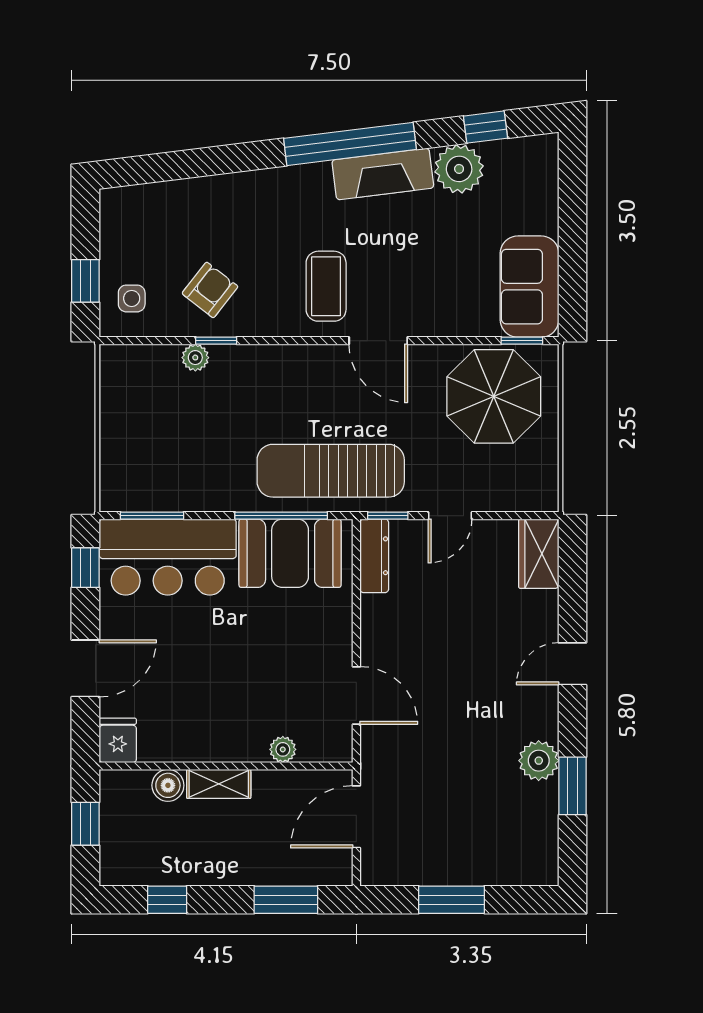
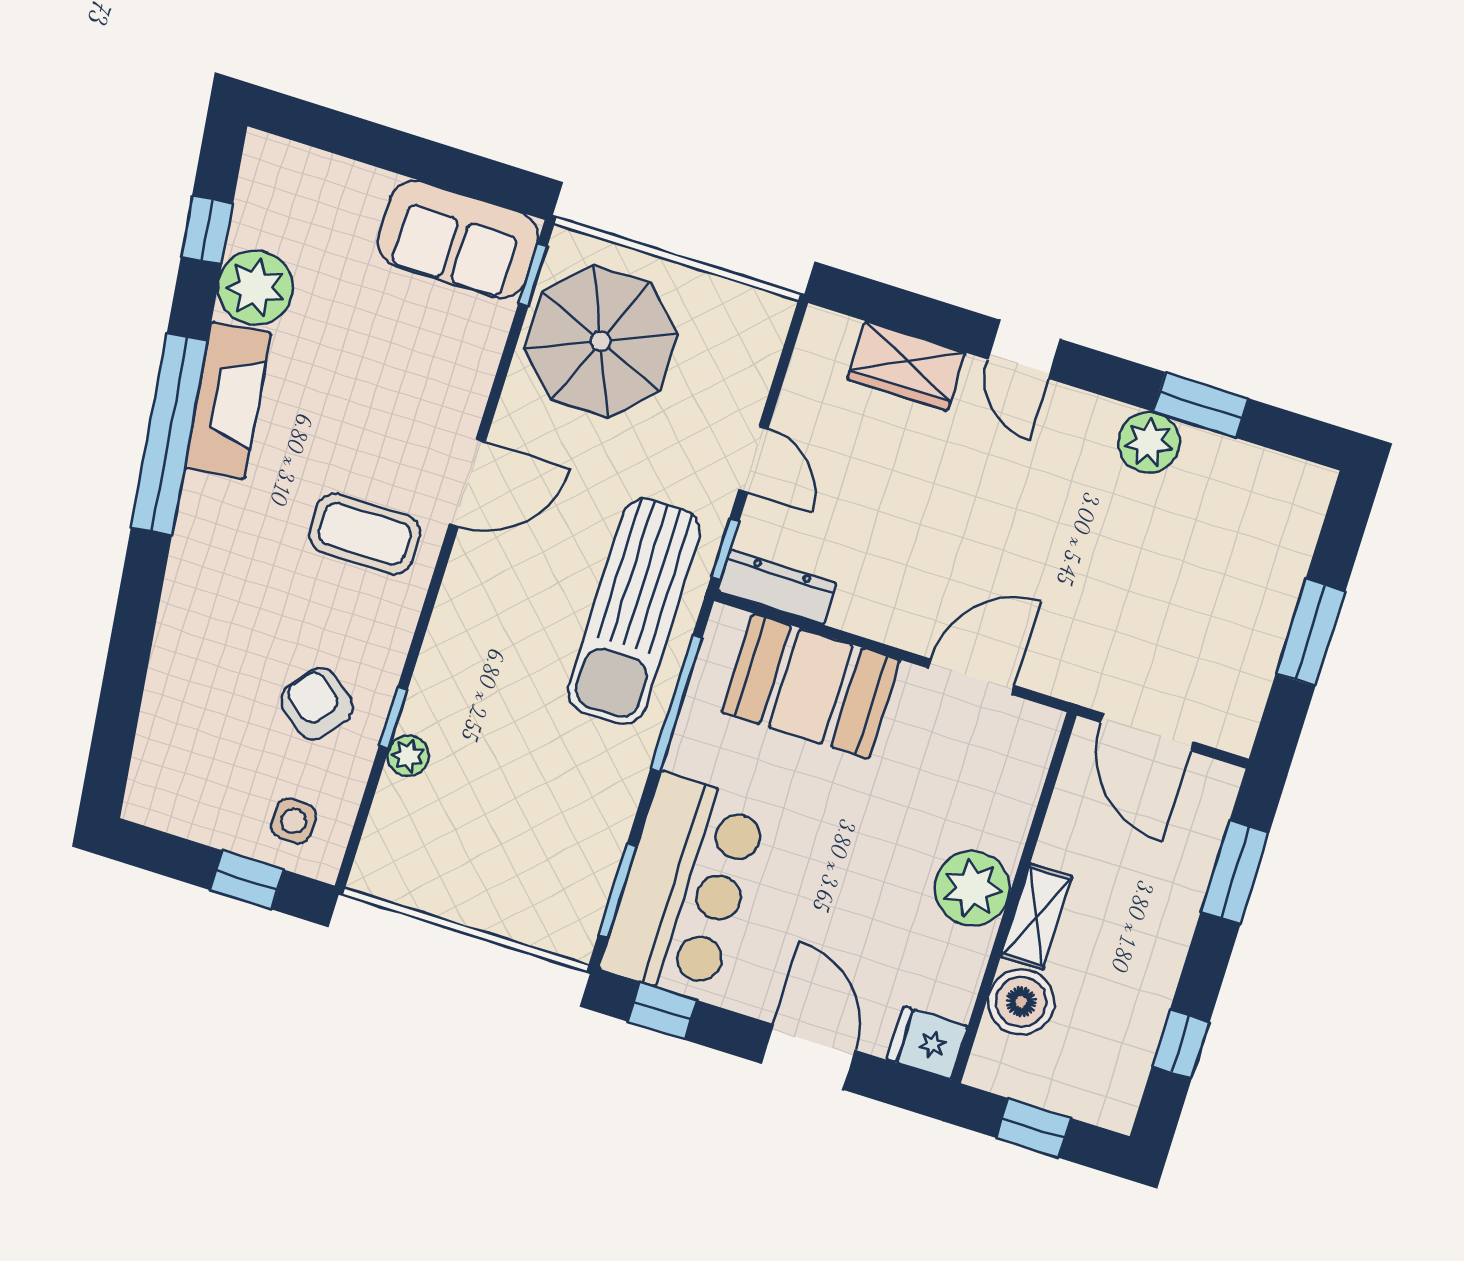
booth: (290, 553) -> (811, 686), moved, turned 90
wardrobe: (539, 554) -> (906, 366), moved
plant: (283, 749) -> (972, 888), moved, width x1.88, depth x1.88
boiler: (168, 785) -> (1021, 1002), width x1.36, depth x1.36

